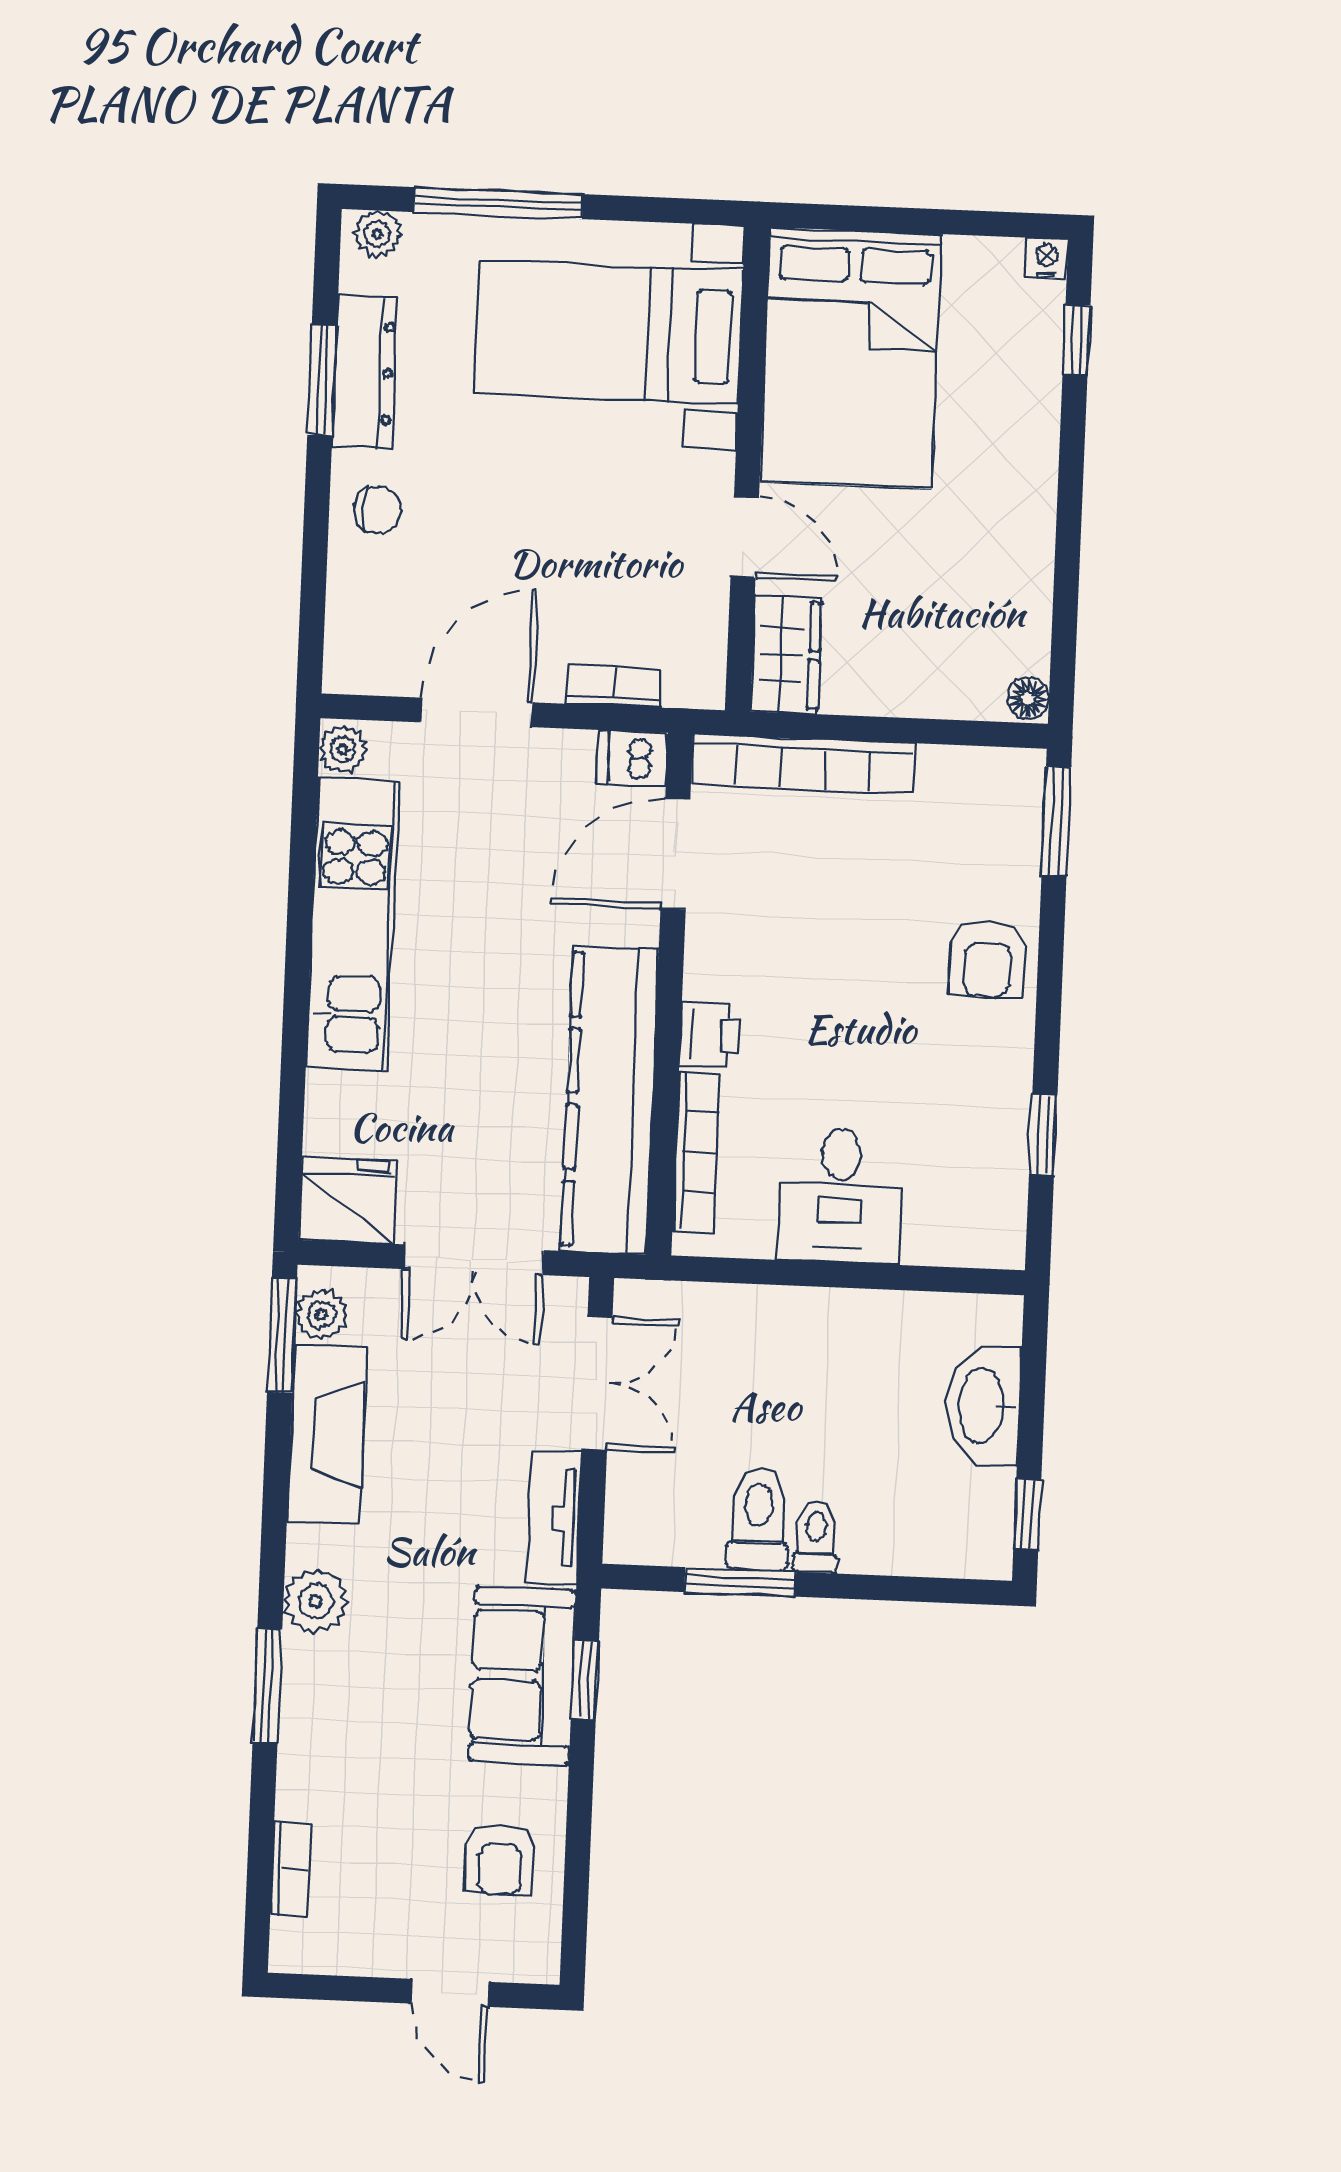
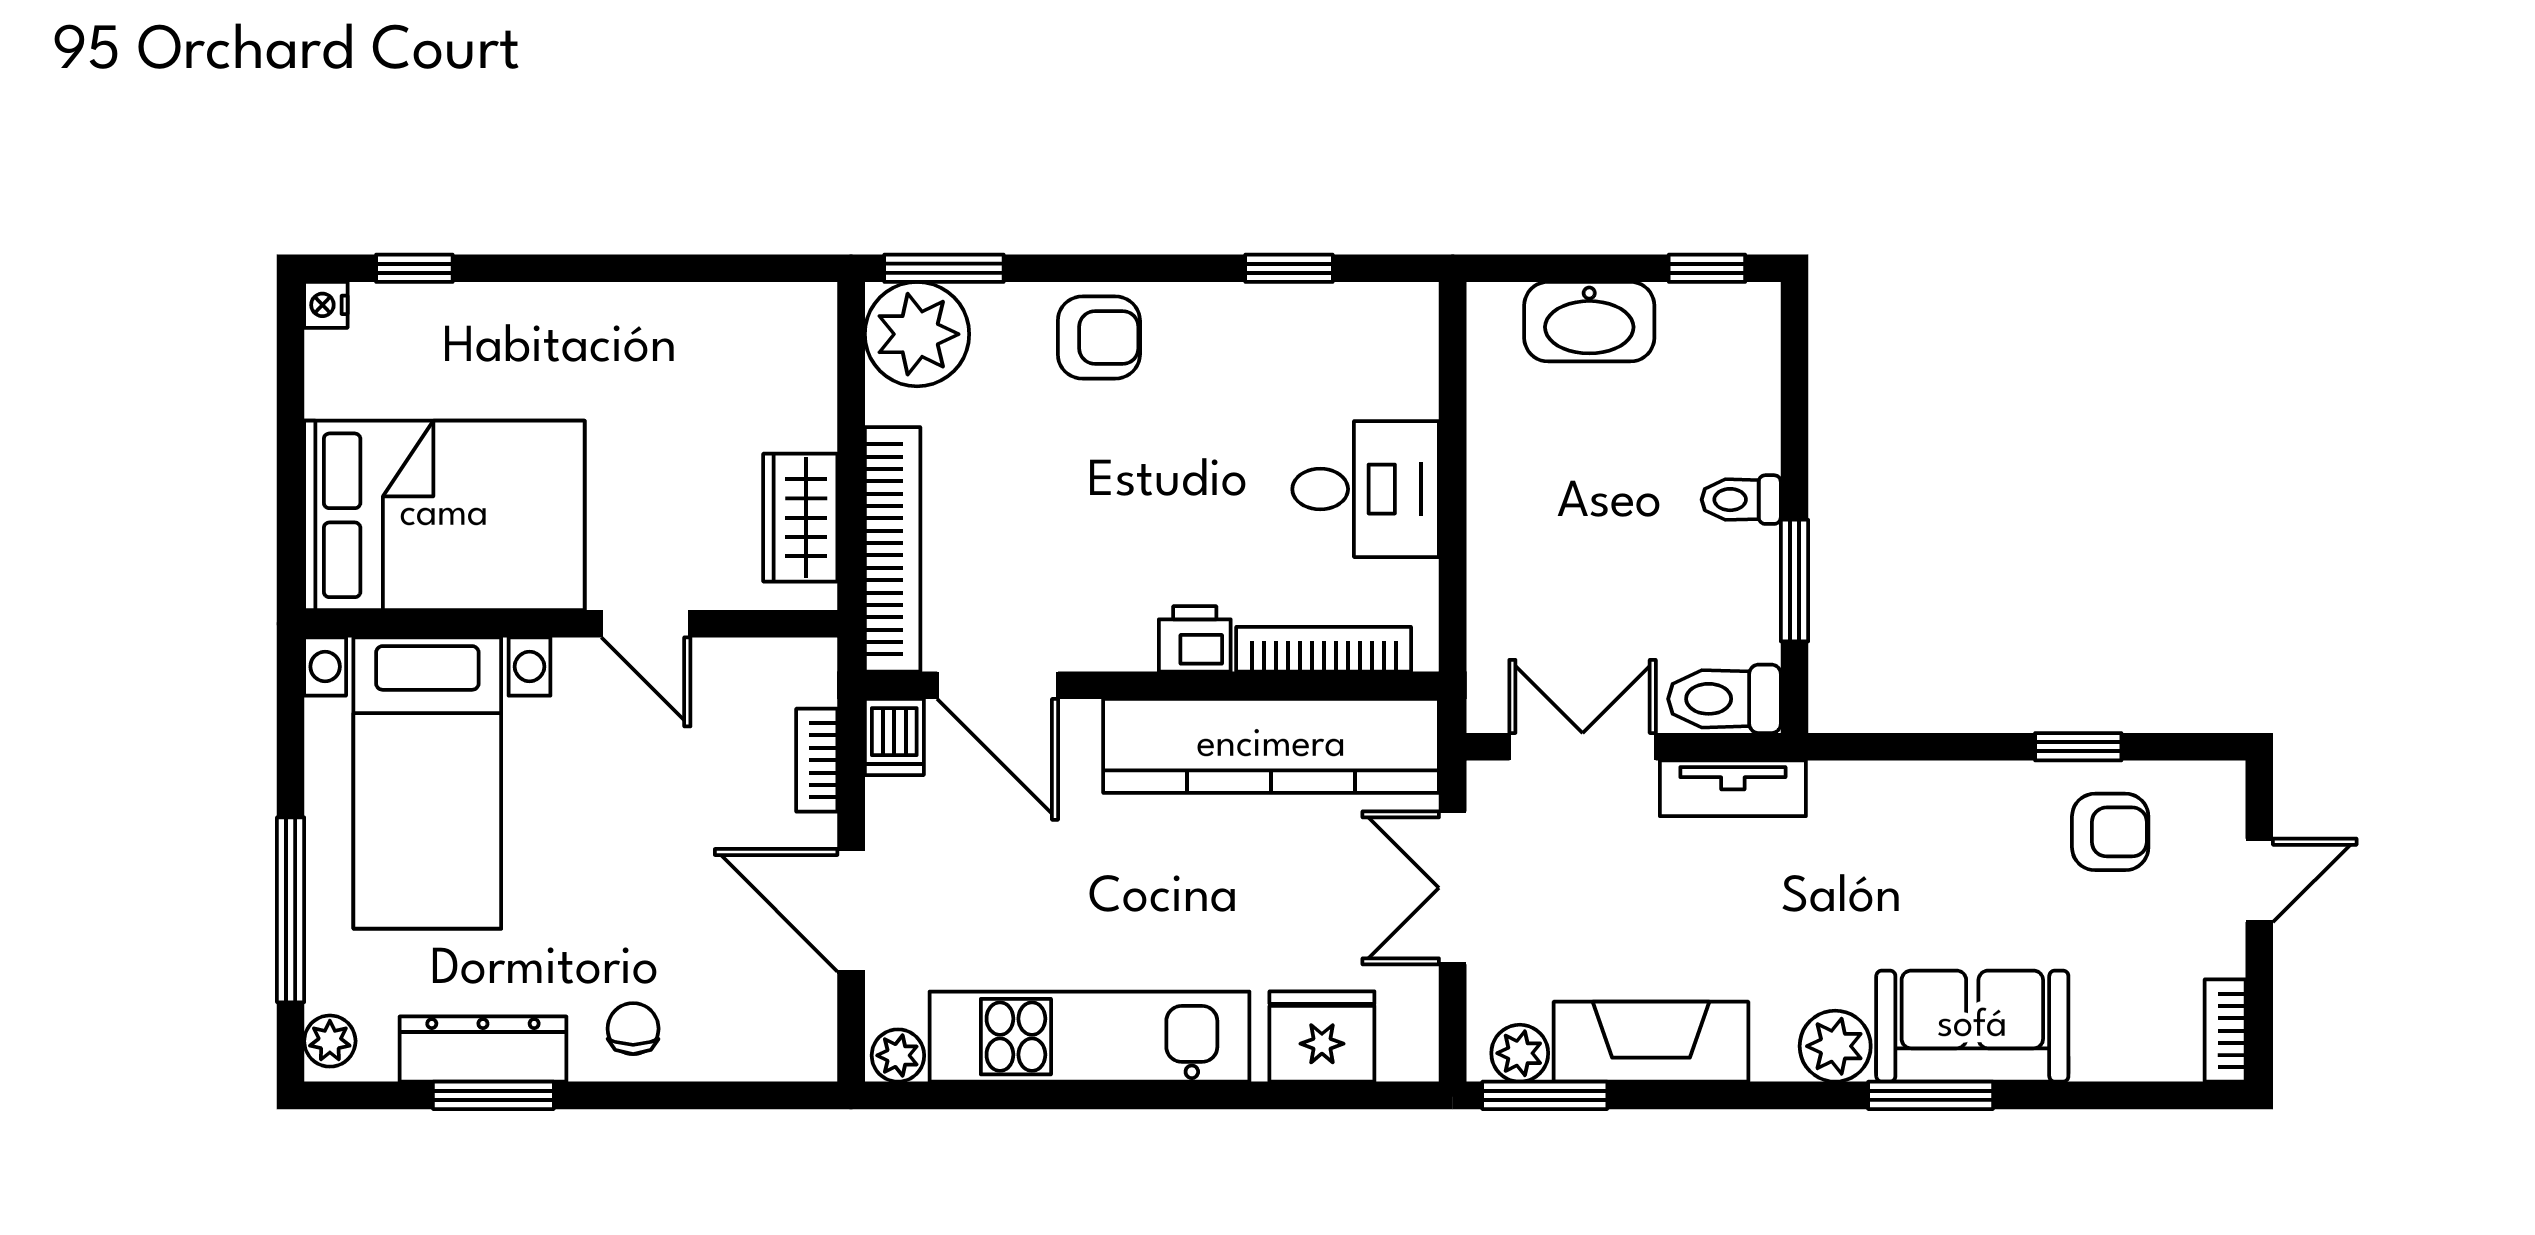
door: (745, 537) -> (646, 624), swing flipped
wardrobe: (786, 655) -> (800, 518), moved, turned -90
floor lamp: (1028, 698) -> (810, 305), removed
plant: (997, 794) -> (917, 334), added
fridge: (348, 1201) -> (1322, 1036), moved, turned 90
double door: (474, 1260) -> (1453, 888), swing flipped
toilet: (758, 1519) -> (1724, 699), moved
sofa: (522, 1676) -> (1972, 1026), moved, turned 180
window: (585, 1680) -> (2078, 747), moved
bookcase: (291, 1869) -> (2225, 1031), moved, turned -90

